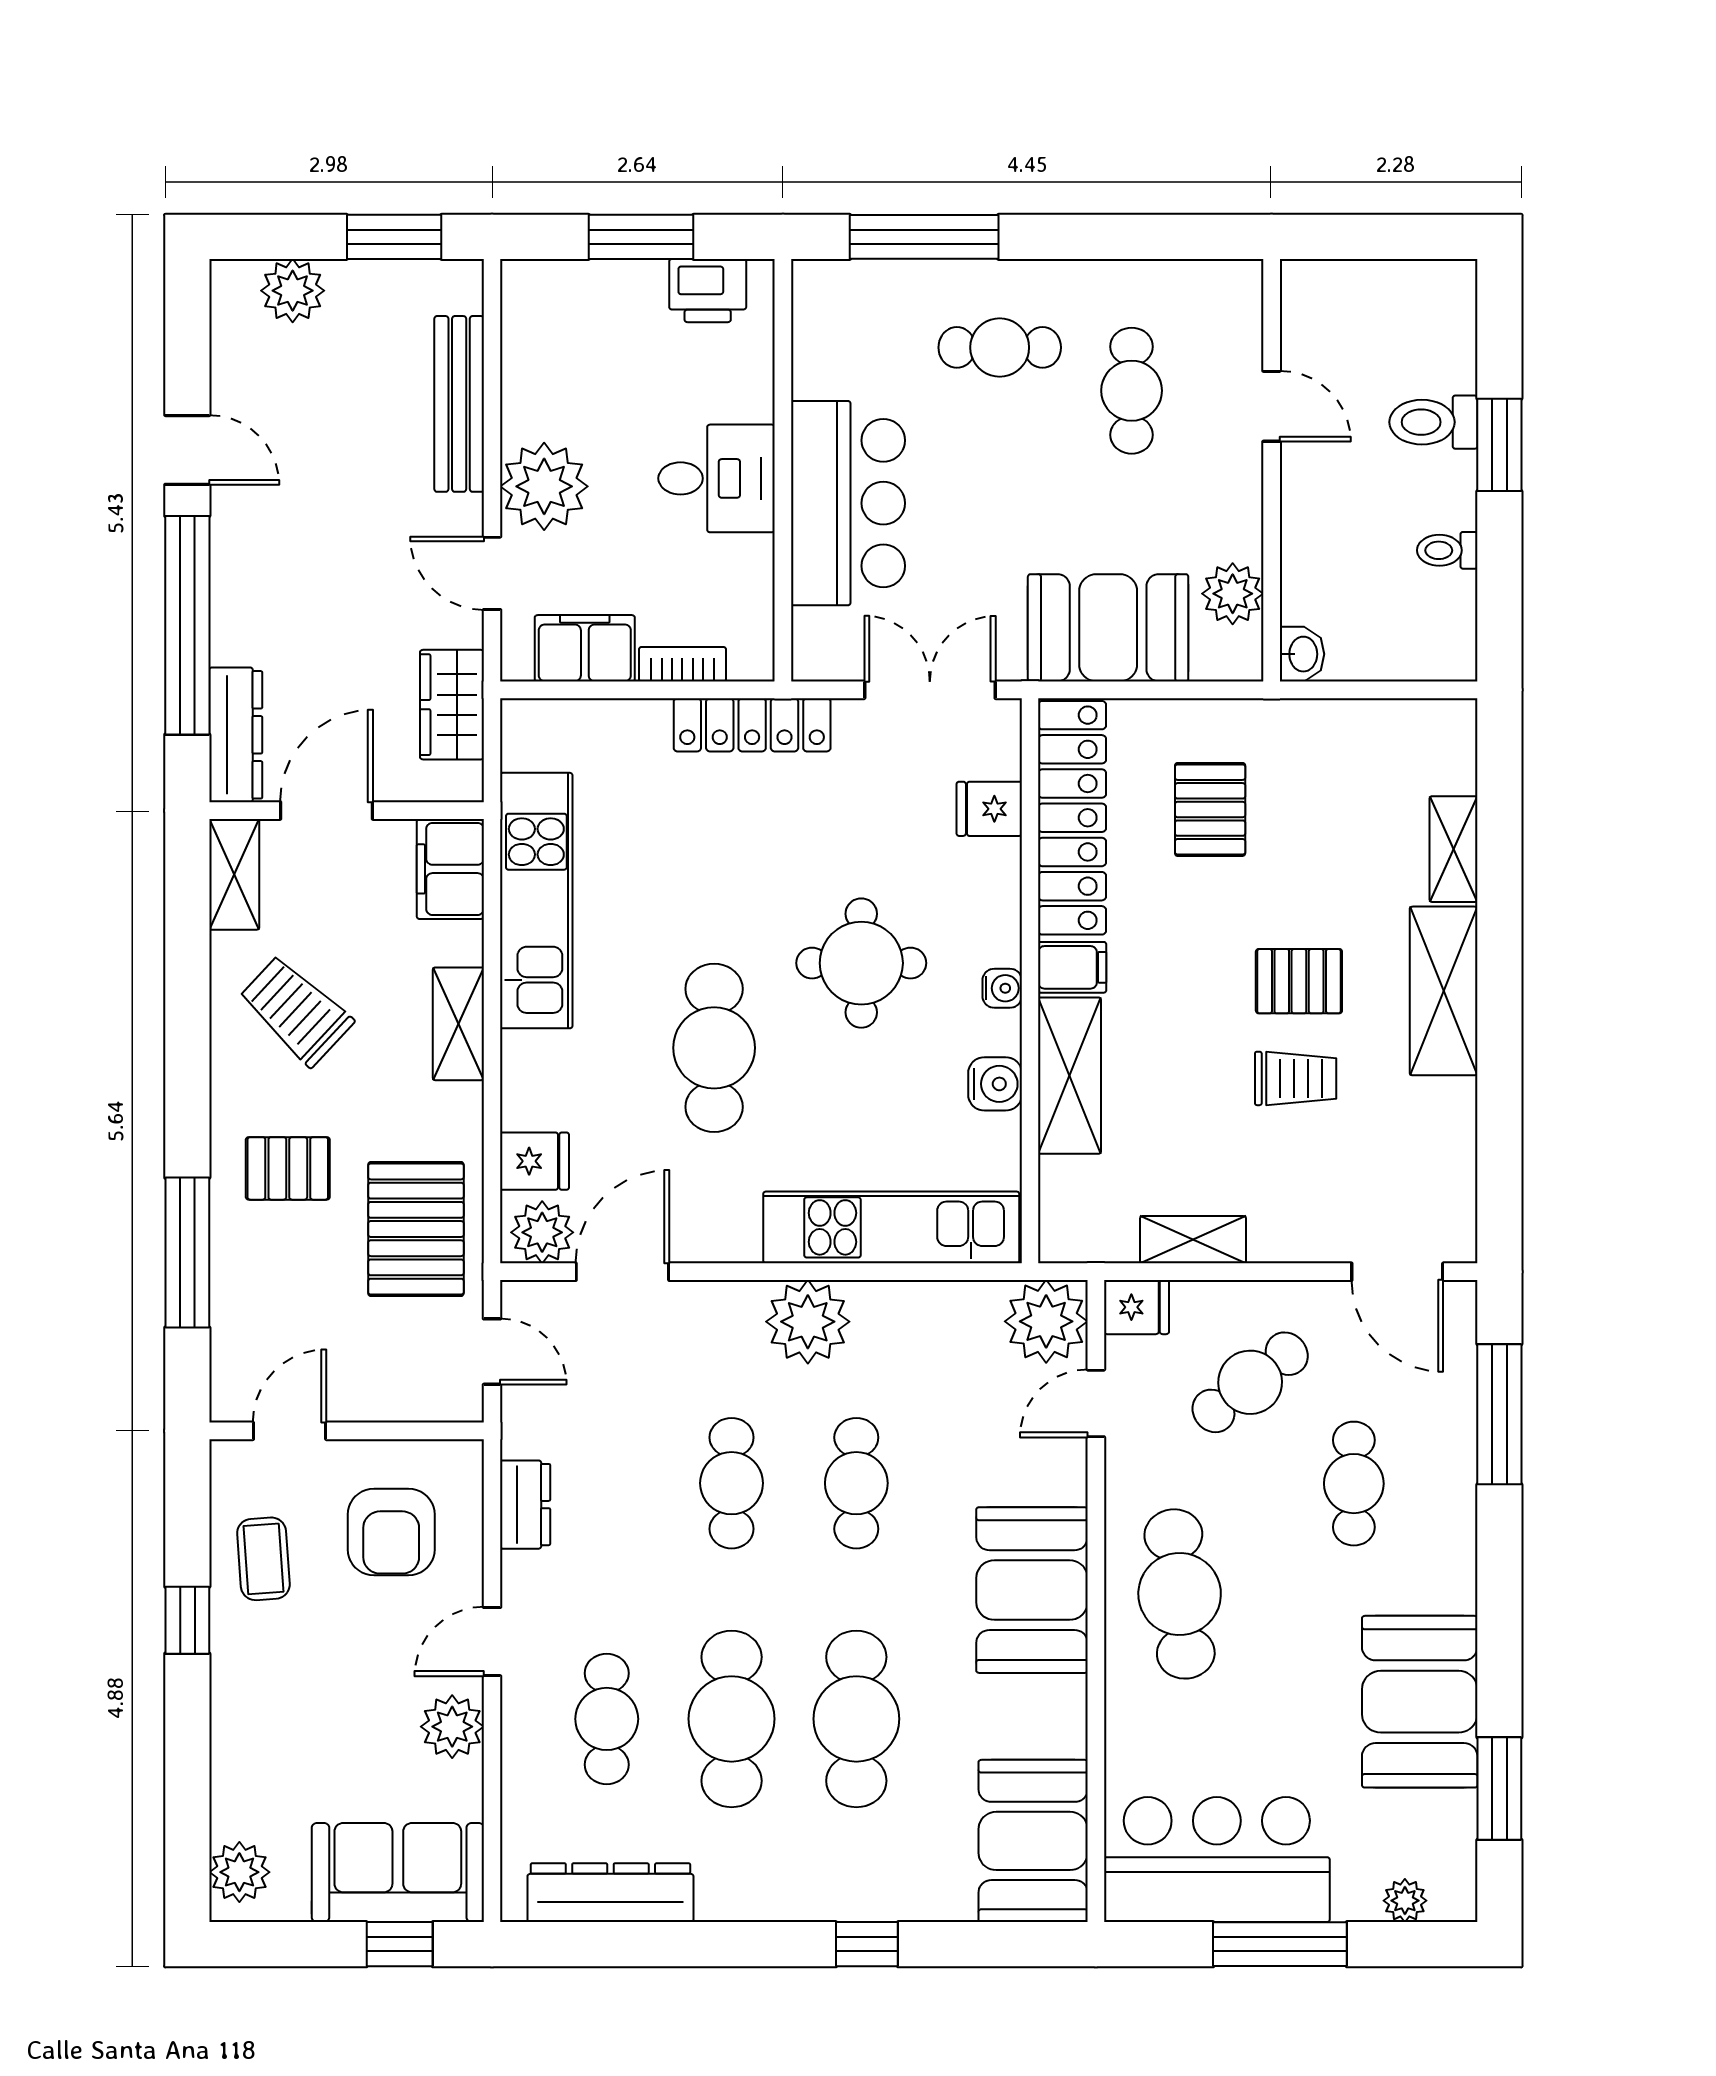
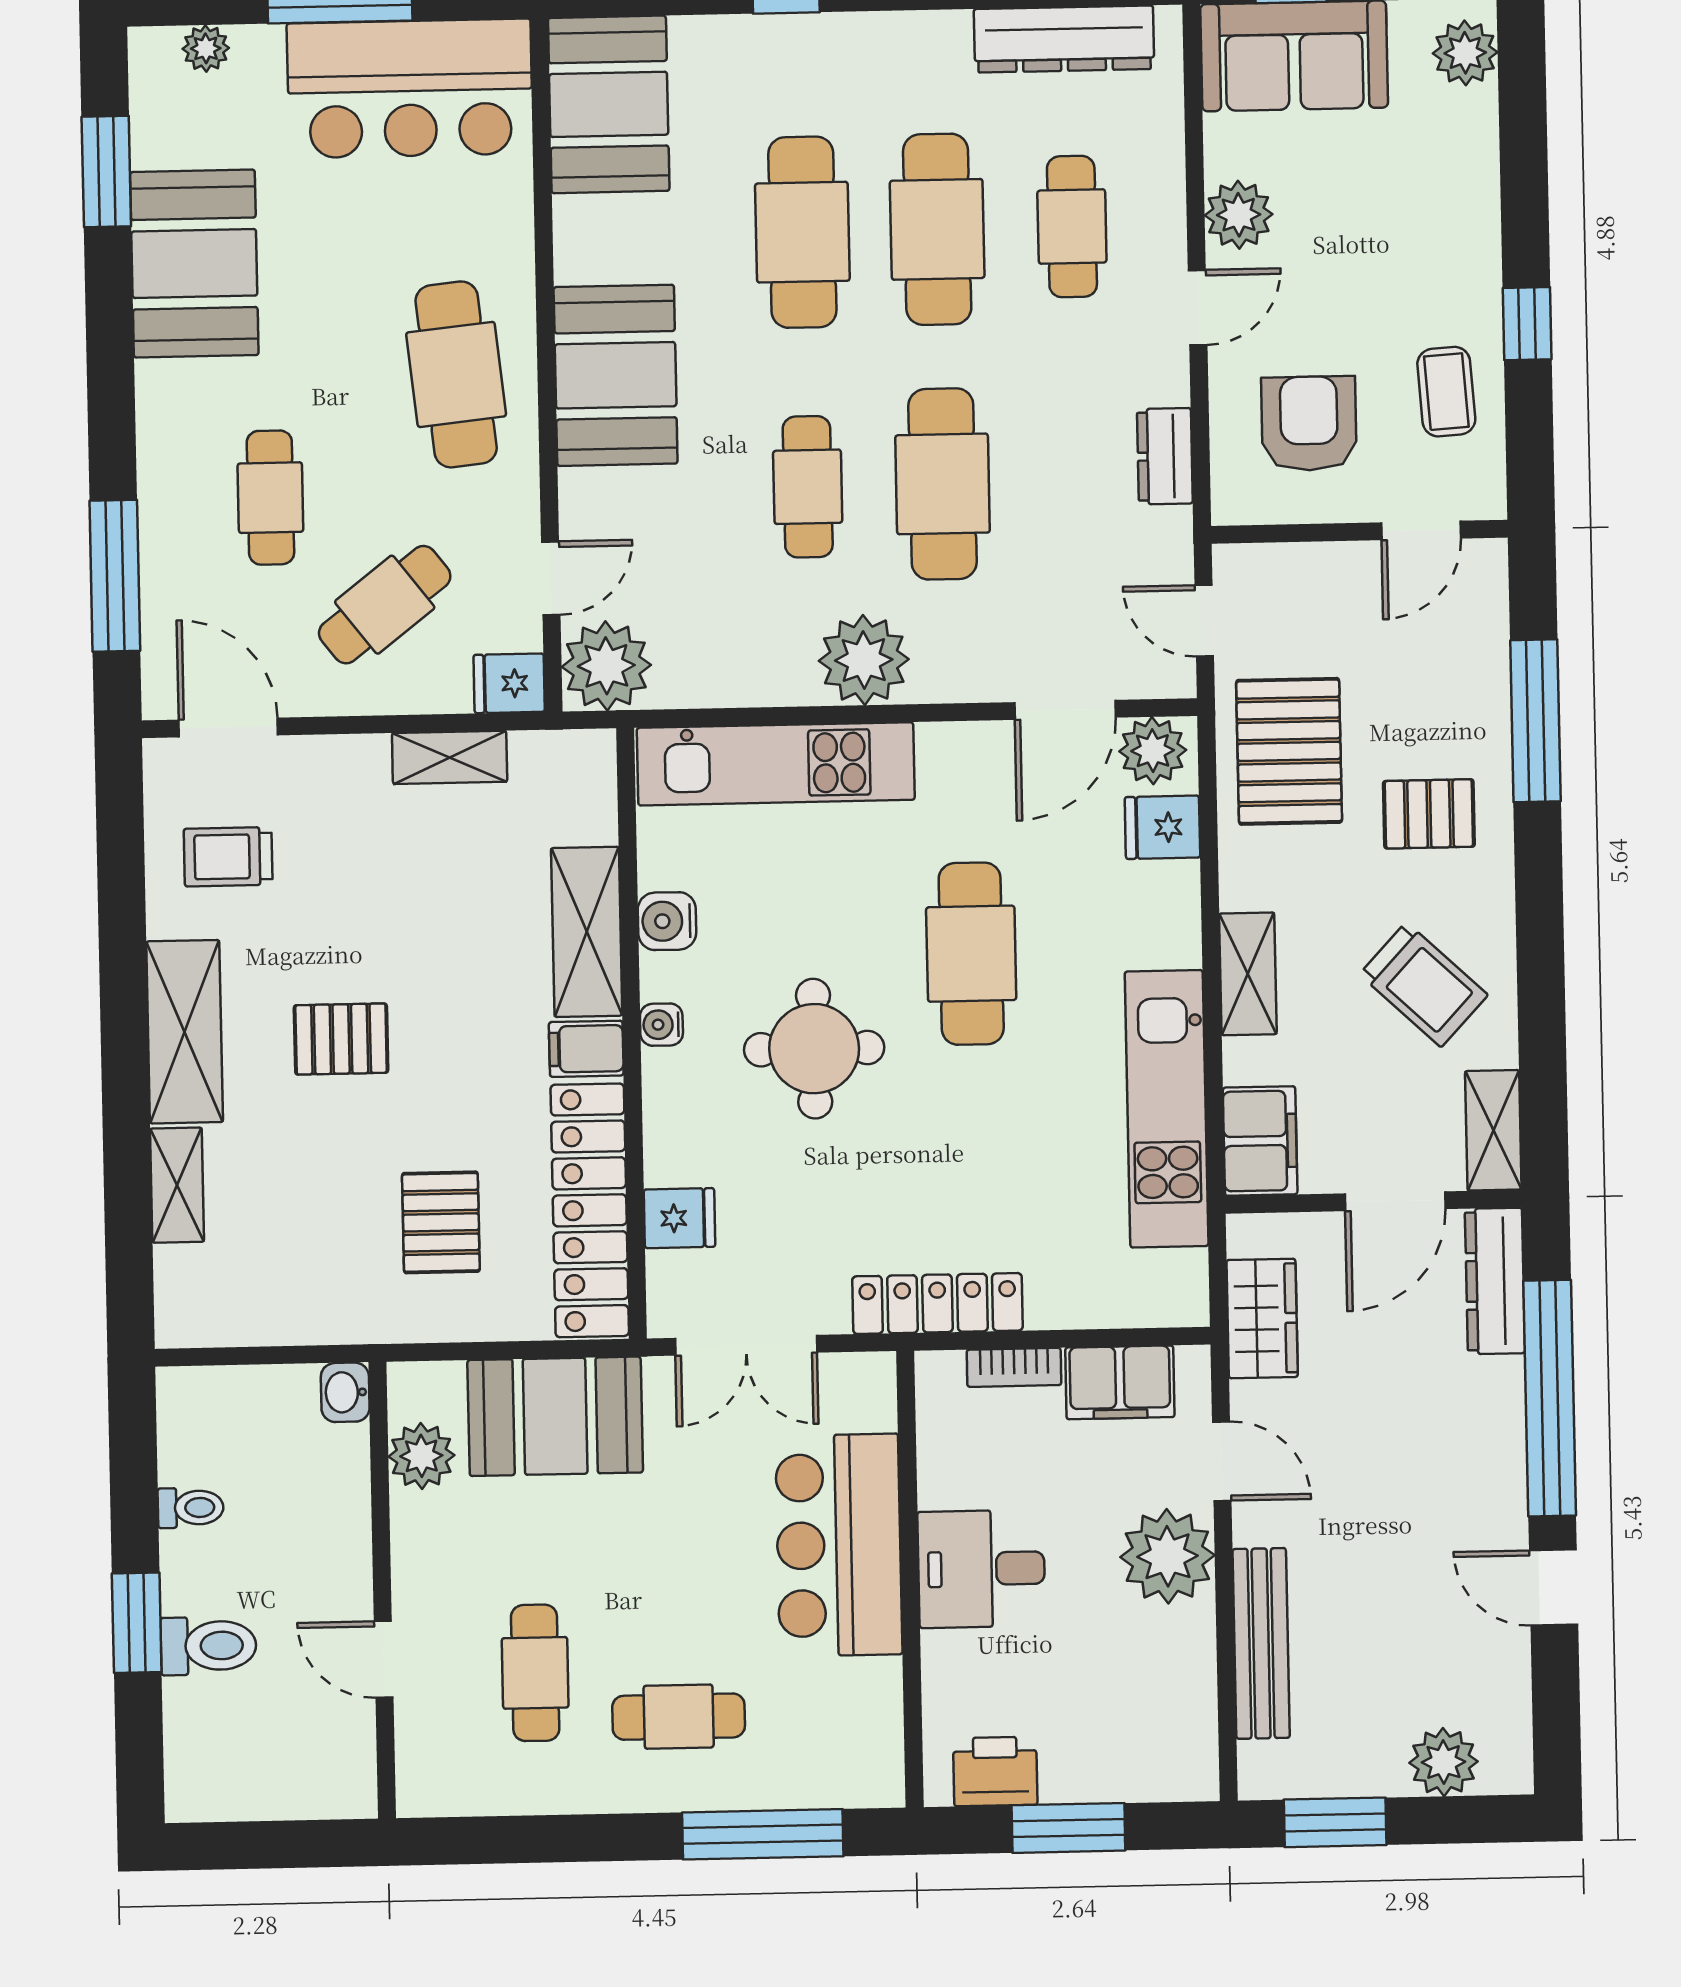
trolley: (1296, 1078) -> (228, 857), moved
cafe table: (732, 1483) -> (942, 484), width x1.37, depth x1.35

